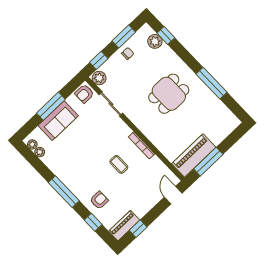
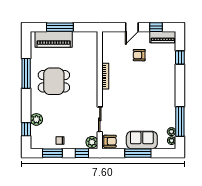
plant: (155, 41) -> (36, 119), moved
dining table: (169, 94) -> (54, 81), moved
piano: (194, 155) -> (54, 39), moved
window: (208, 162) -> (60, 27), moved
coffee table: (119, 164) -> (130, 78), removed
window: (64, 192) -> (180, 121), moved
door: (173, 195) -> (132, 27), moved
armchair: (99, 200) -> (139, 55), moved

